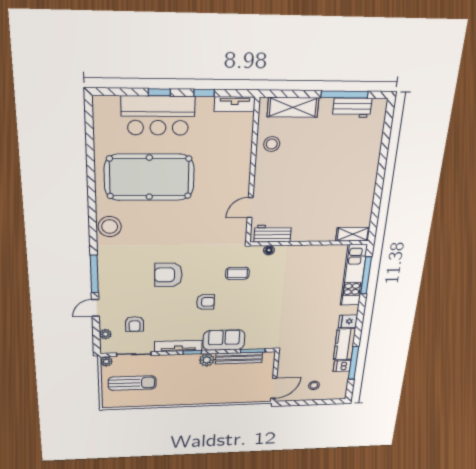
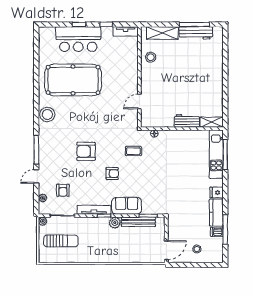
workbench: (352, 108) -> (196, 33), width x1.38
workbench: (273, 234) -> (187, 121), moved

